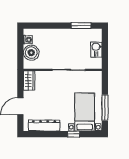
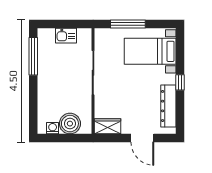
window: (81, 26) -> (33, 56), width x1.44
window: (105, 108) -> (128, 24), moved
window: (74, 134) -> (180, 82), moved

